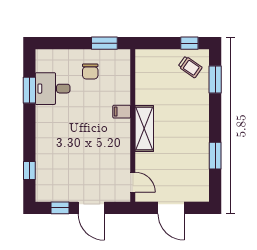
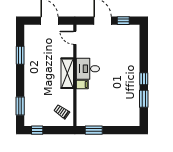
trolley: (190, 67) -> (62, 112), moved
chair: (90, 71) -> (103, 111), removed
desk: (53, 89) -> (88, 69), moved, turned 180
window: (29, 171) -> (144, 79), moved

